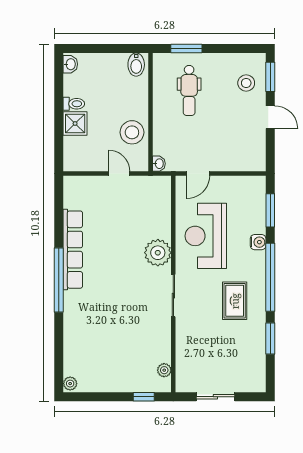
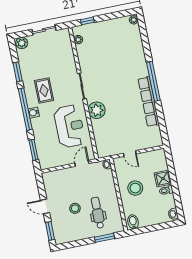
stool: (246, 83) -> (75, 208), moved
stool: (132, 132) -> (135, 188), moved
water cooler: (258, 242) -> (34, 113), moved
plant: (255, 383) -> (22, 43), added

